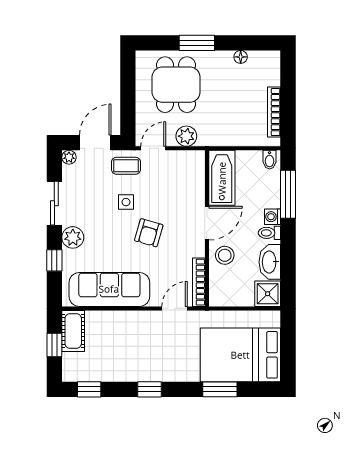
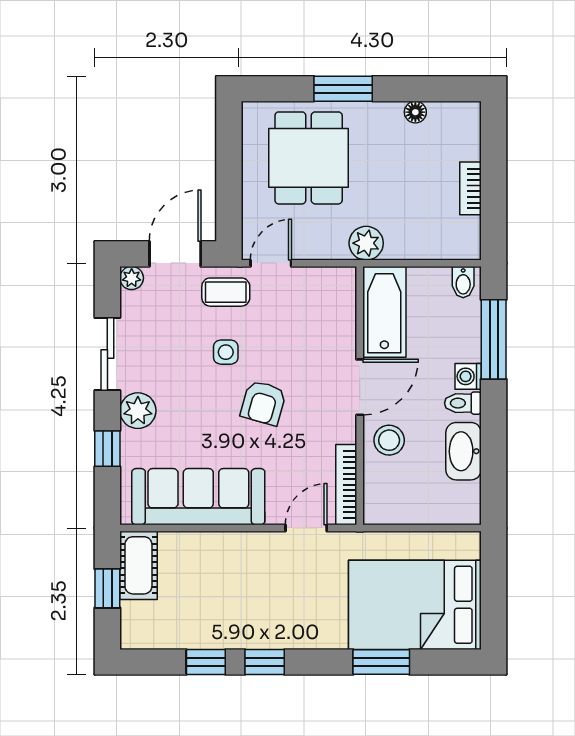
bookcase: (274, 112) -> (471, 188), width x0.64
plant: (186, 136) -> (366, 243), moved
shower: (268, 294) -> (460, 504), removed
window: (89, 389) -> (206, 662), moved

